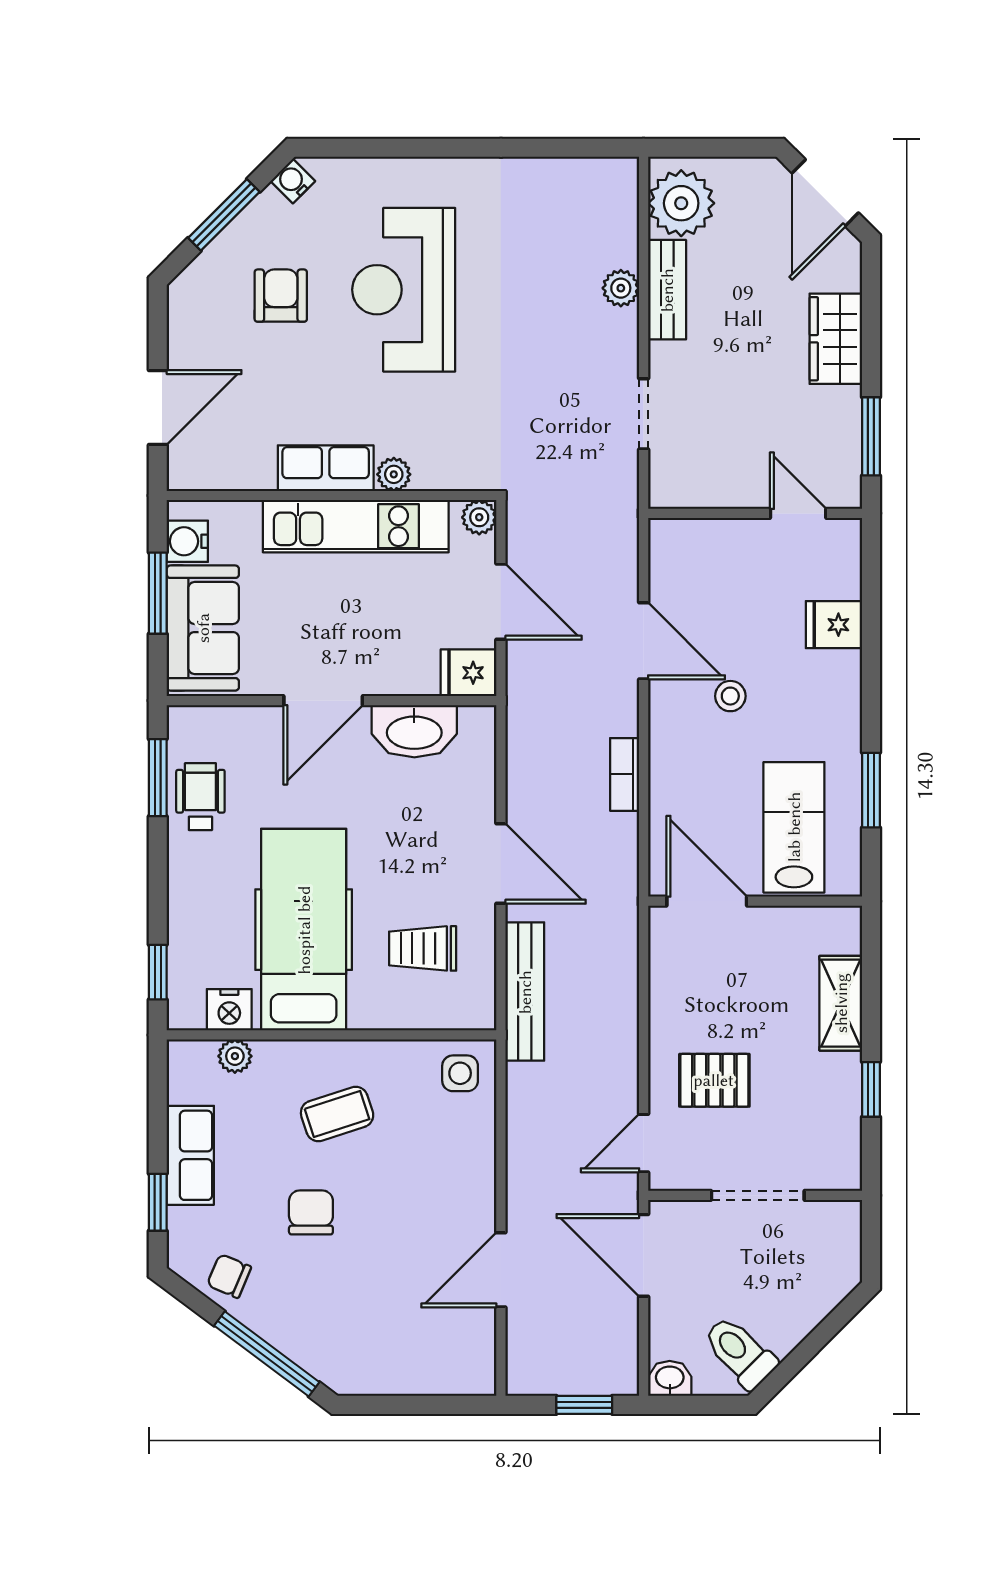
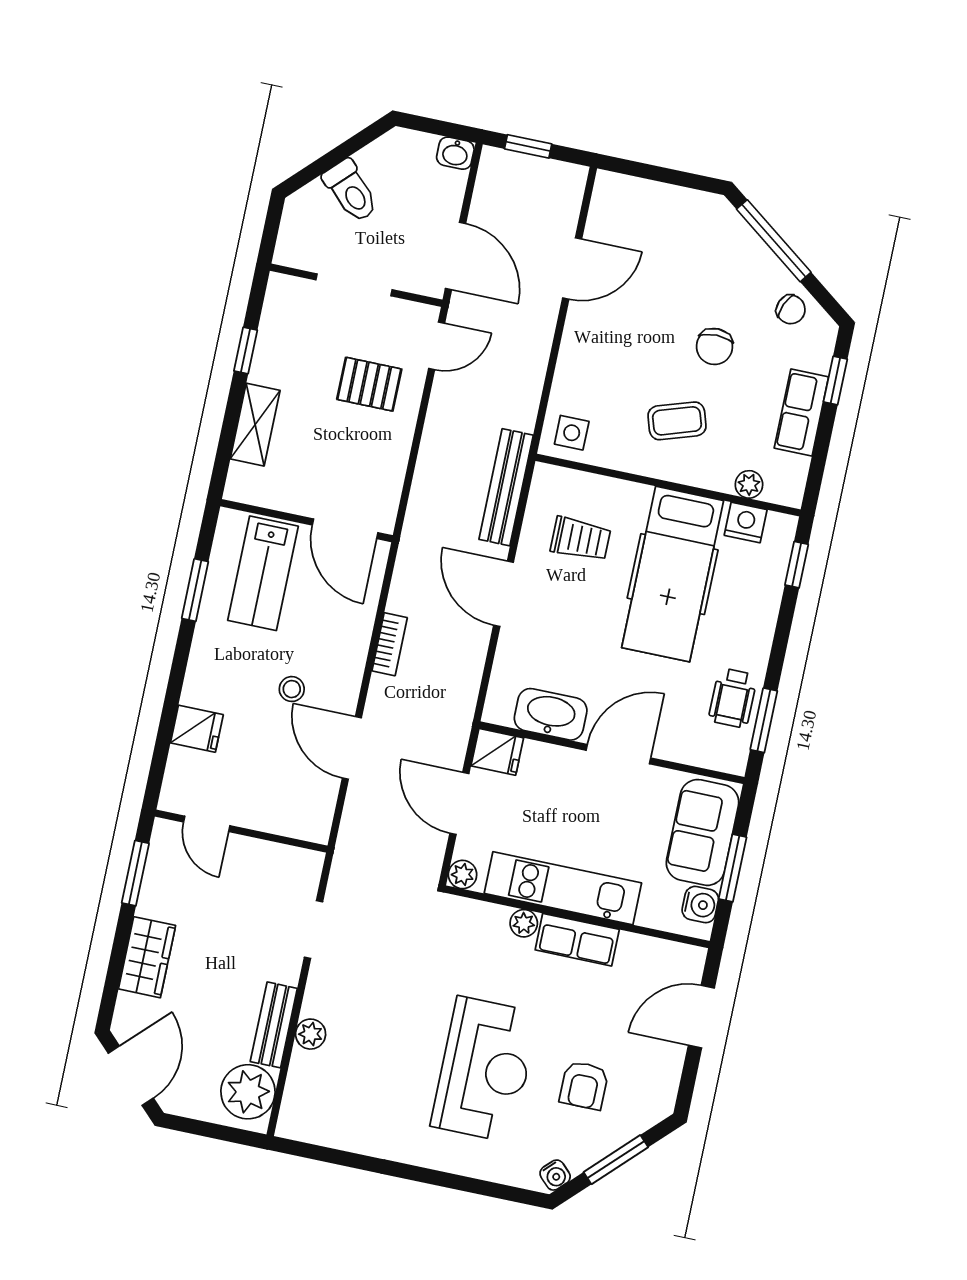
toilet: (740, 1352) -> (351, 191), moved

